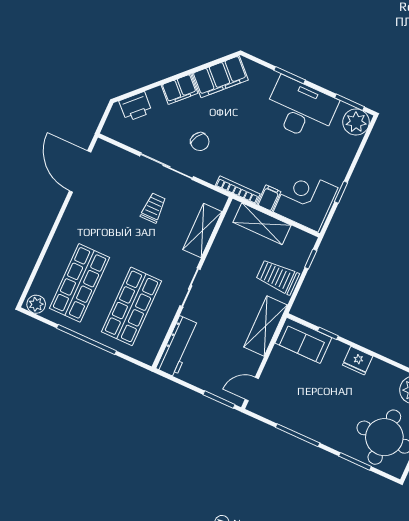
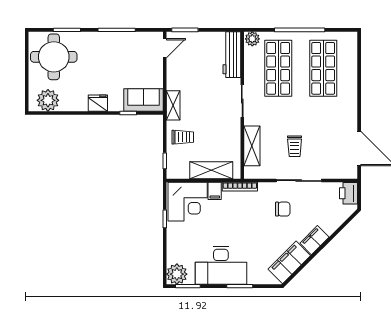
printer: (136, 107) -> (348, 193), moved, turned -45
chair: (200, 142) -> (283, 209), turned 150
trolley: (278, 277) -> (183, 137), width x0.73, depth x0.72
plant: (36, 304) -> (252, 39), moved
shelving: (266, 326) -> (173, 105), width x0.67, depth x0.75

